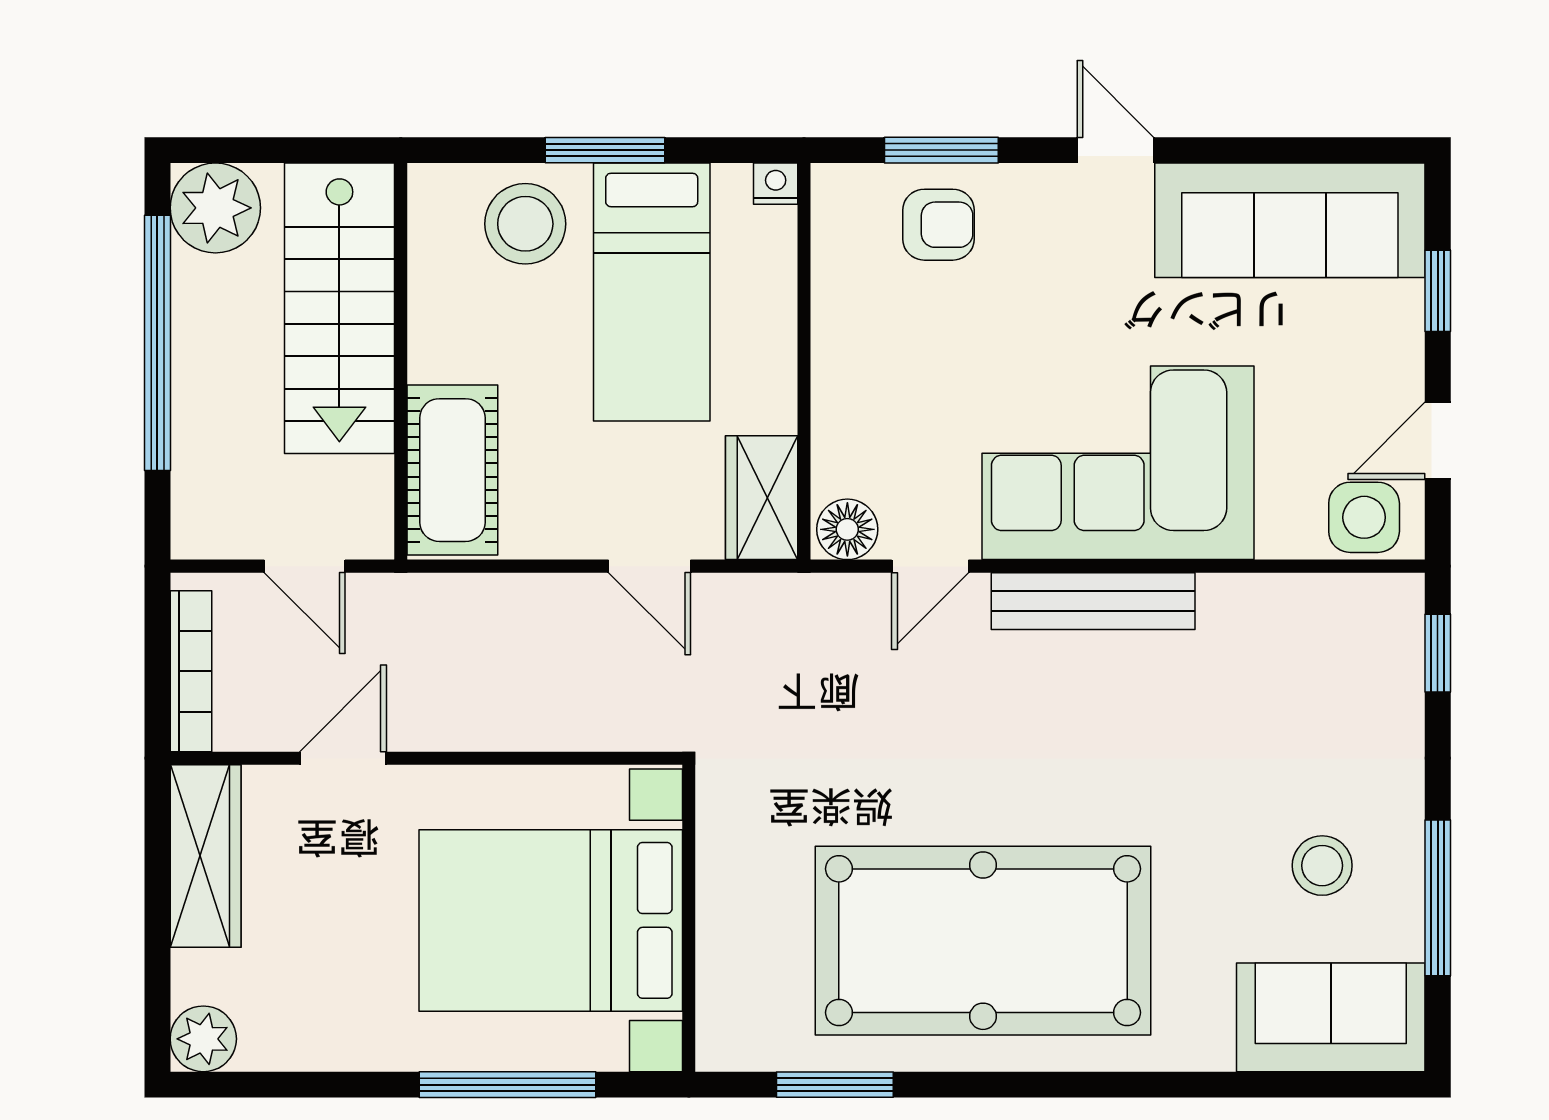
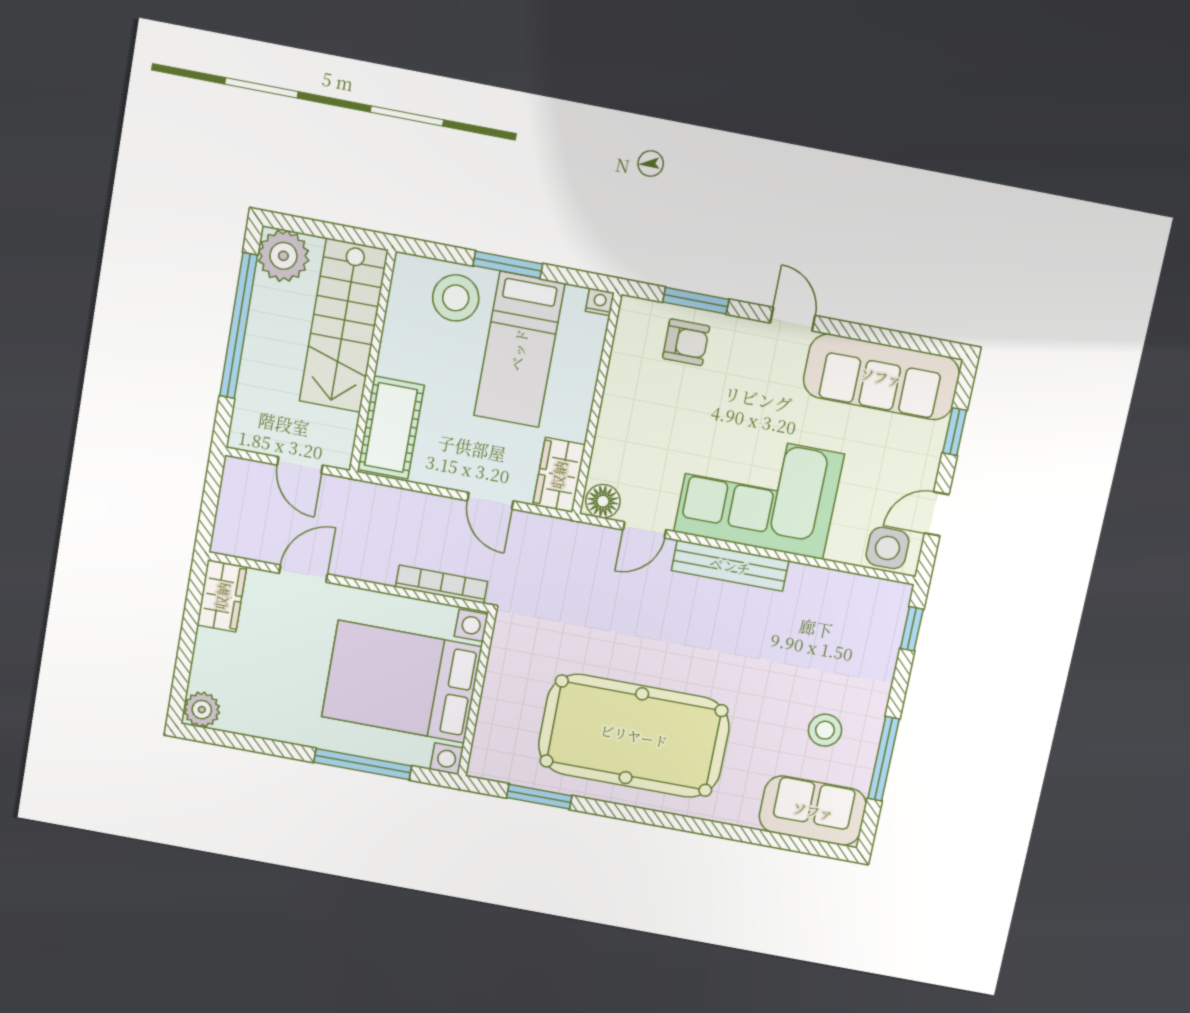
bookcase: (191, 671) -> (442, 584), moved, turned -90
wardrobe: (206, 856) -> (222, 596), width x0.67

